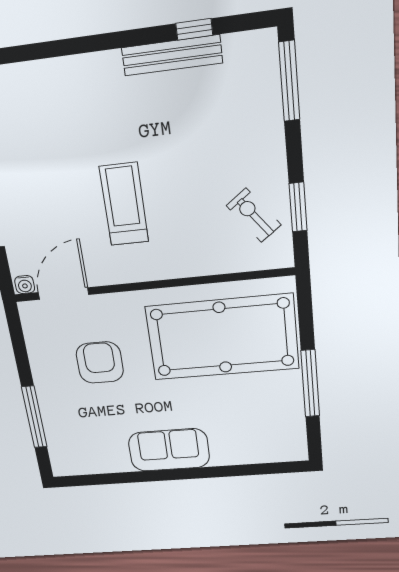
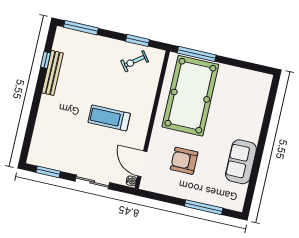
window: (310, 384) -> (197, 54), moved
sofa: (169, 450) -> (241, 162), moved

